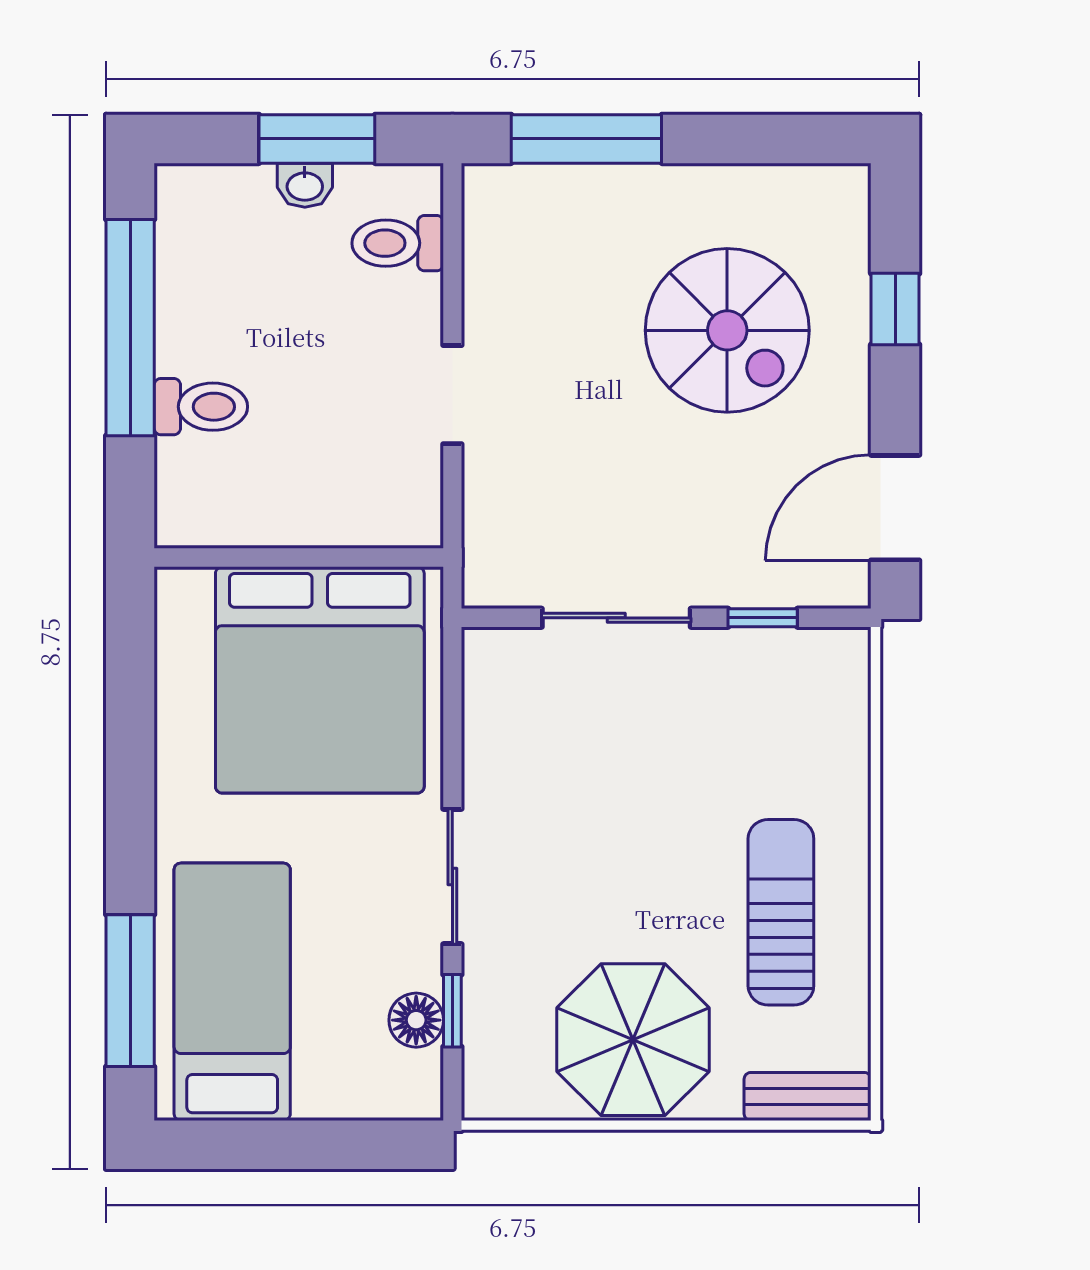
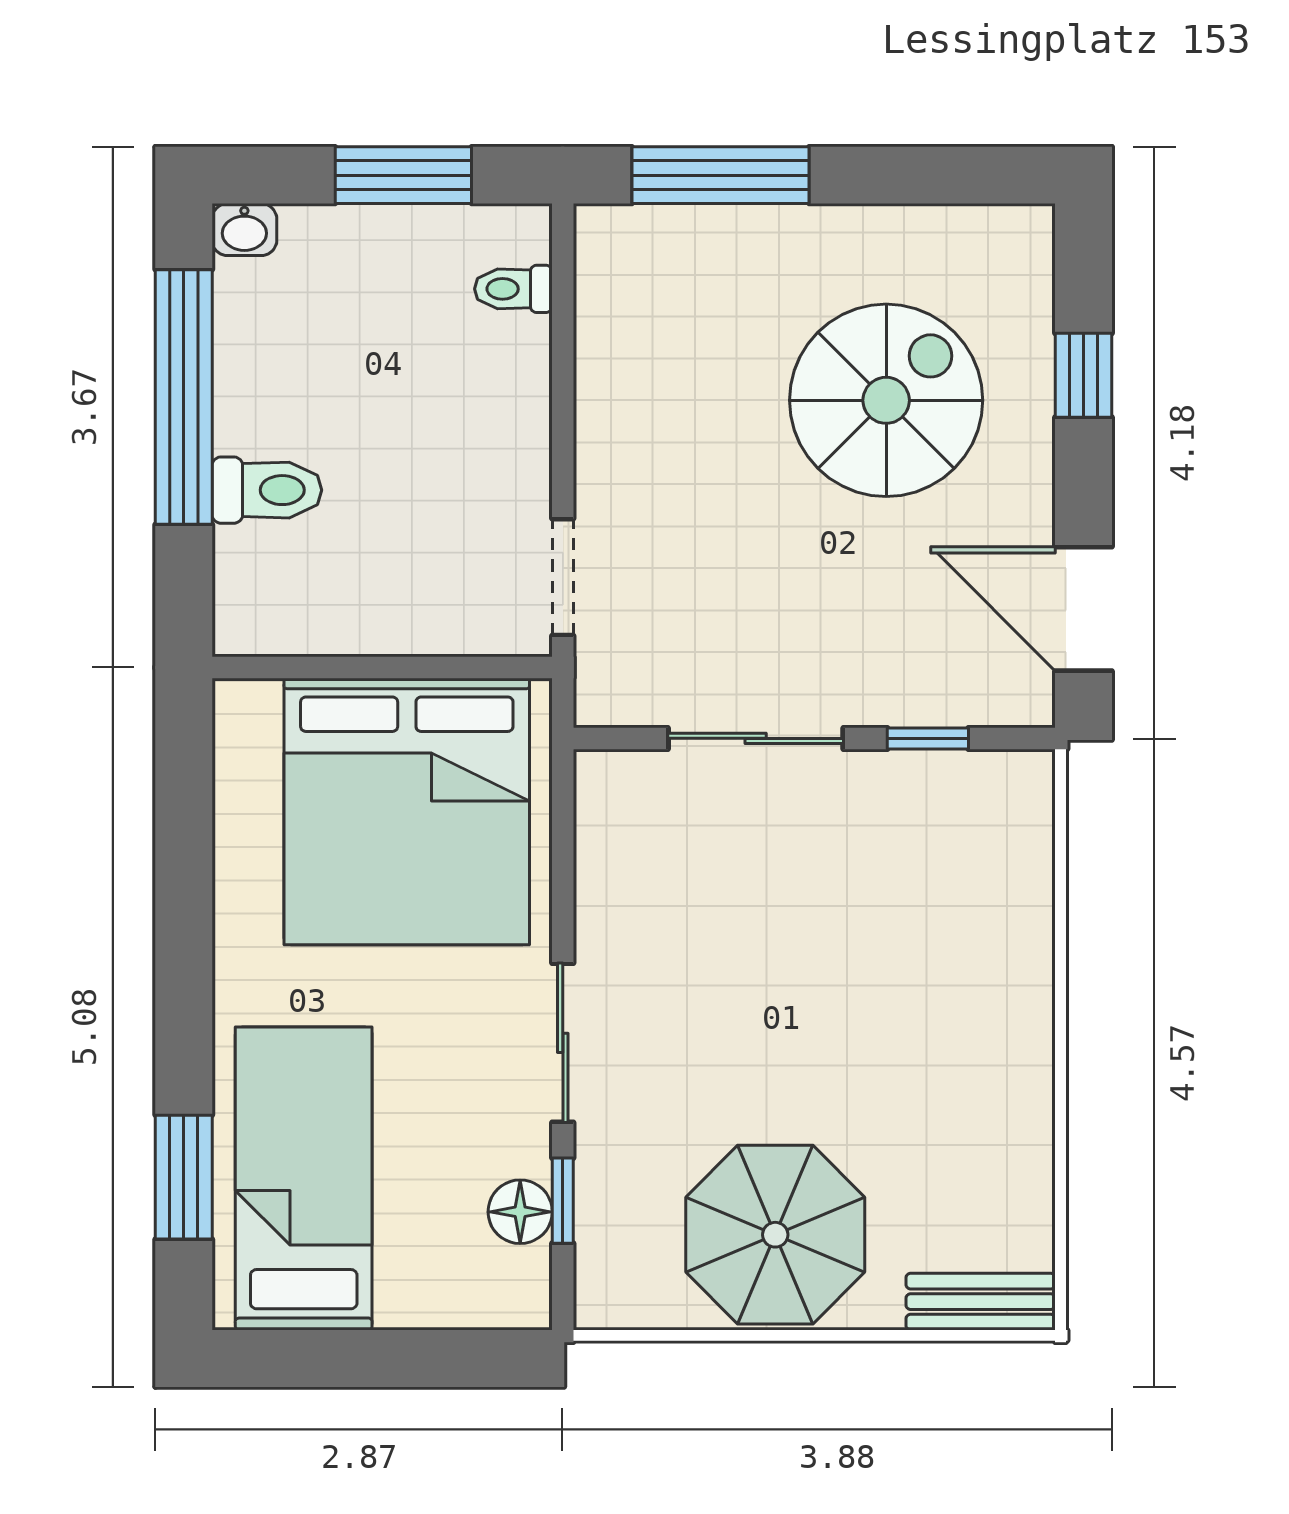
washbasin: (305, 185) -> (244, 230), moved
toilet: (398, 243) -> (513, 289), width x0.73, depth x0.72
spiral stairs: (727, 330) -> (886, 400), turned -90
doorway: (452, 395) -> (563, 577), moved
door: (895, 508) -> (1084, 609), hinge flipped
sun lounger: (781, 912) -> (949, 1085), removed
window: (130, 991) -> (184, 1177), width x0.69

